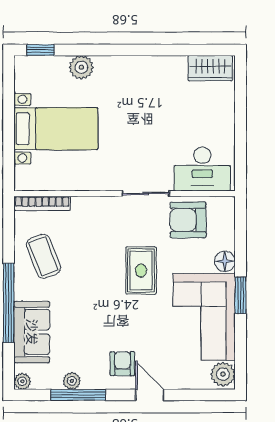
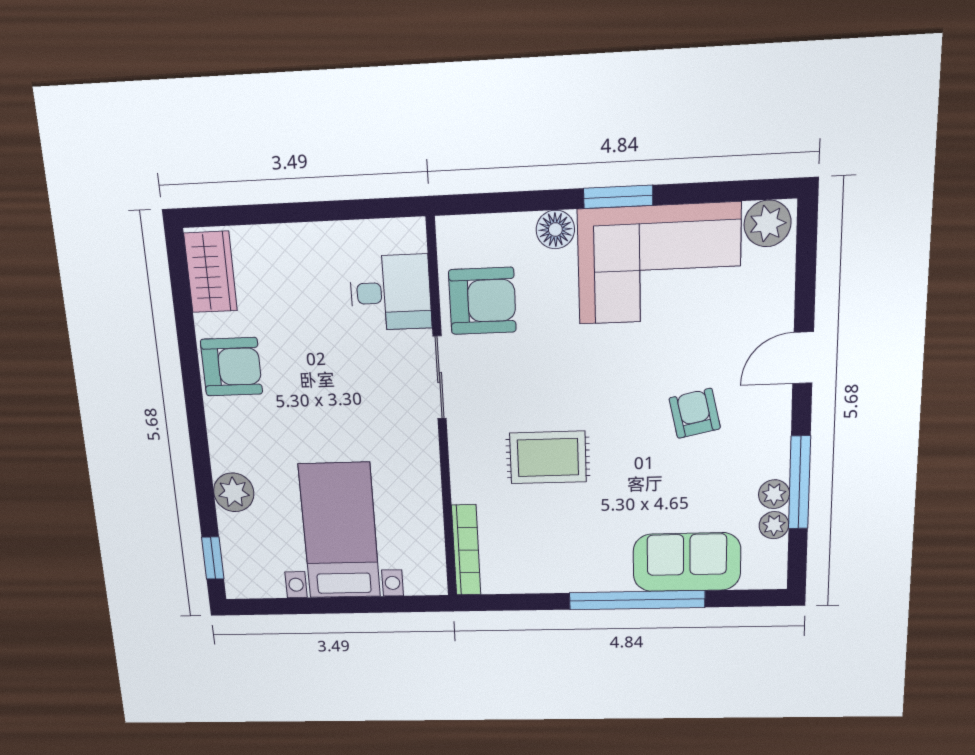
armchair: (156, 74) -> (232, 367), added
desk: (202, 169) -> (390, 293), width x0.73
armchair: (188, 220) -> (482, 301), turned -90
coffee table: (44, 256) -> (556, 546), removed
rug: (141, 271) -> (548, 457), moved
armchair: (122, 364) -> (695, 413), moved, turned 78
plant: (22, 381) -> (774, 525), moved

